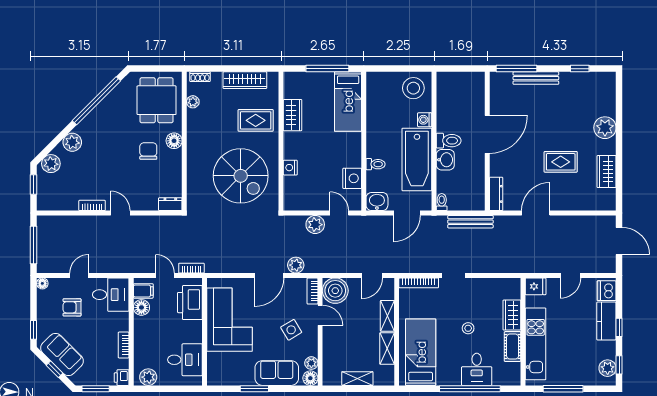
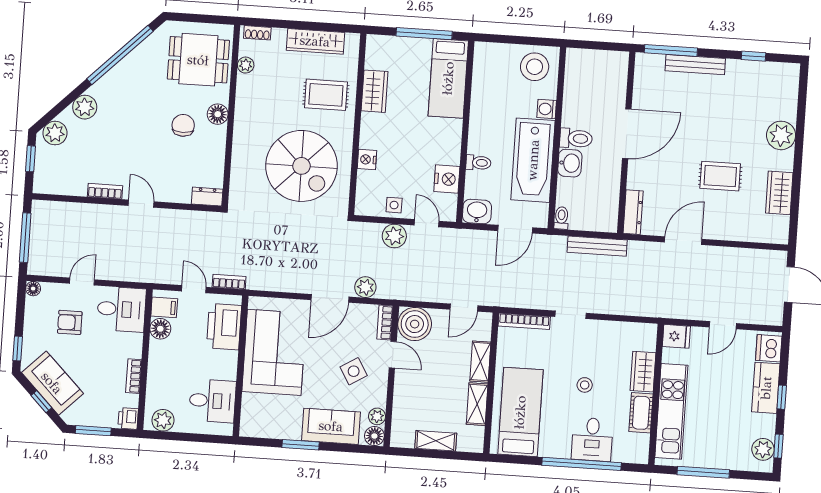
dining table: (157, 100) -> (198, 60), turned 90
side table: (313, 201) -> (394, 205), added

